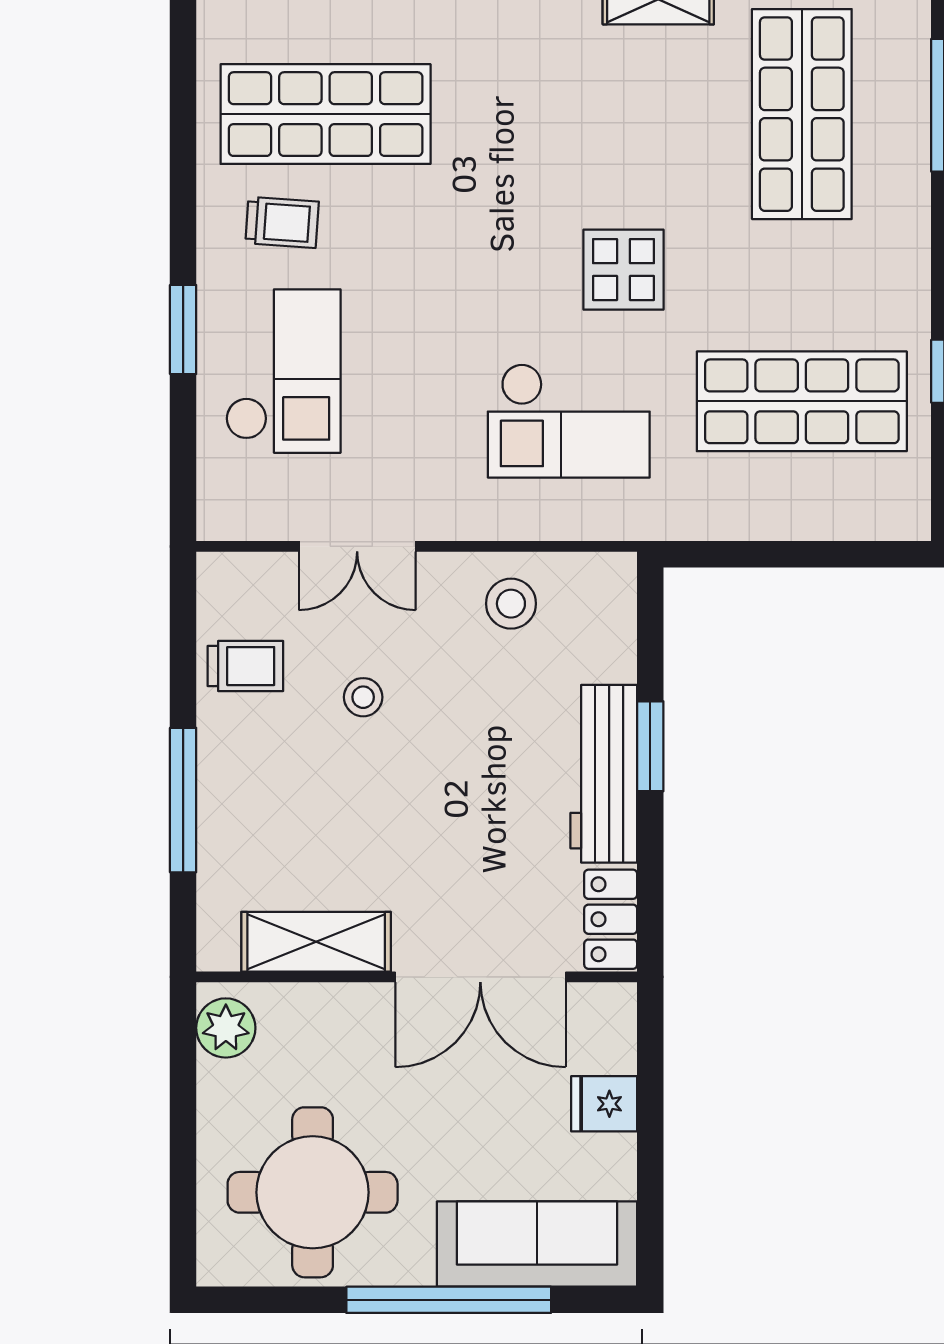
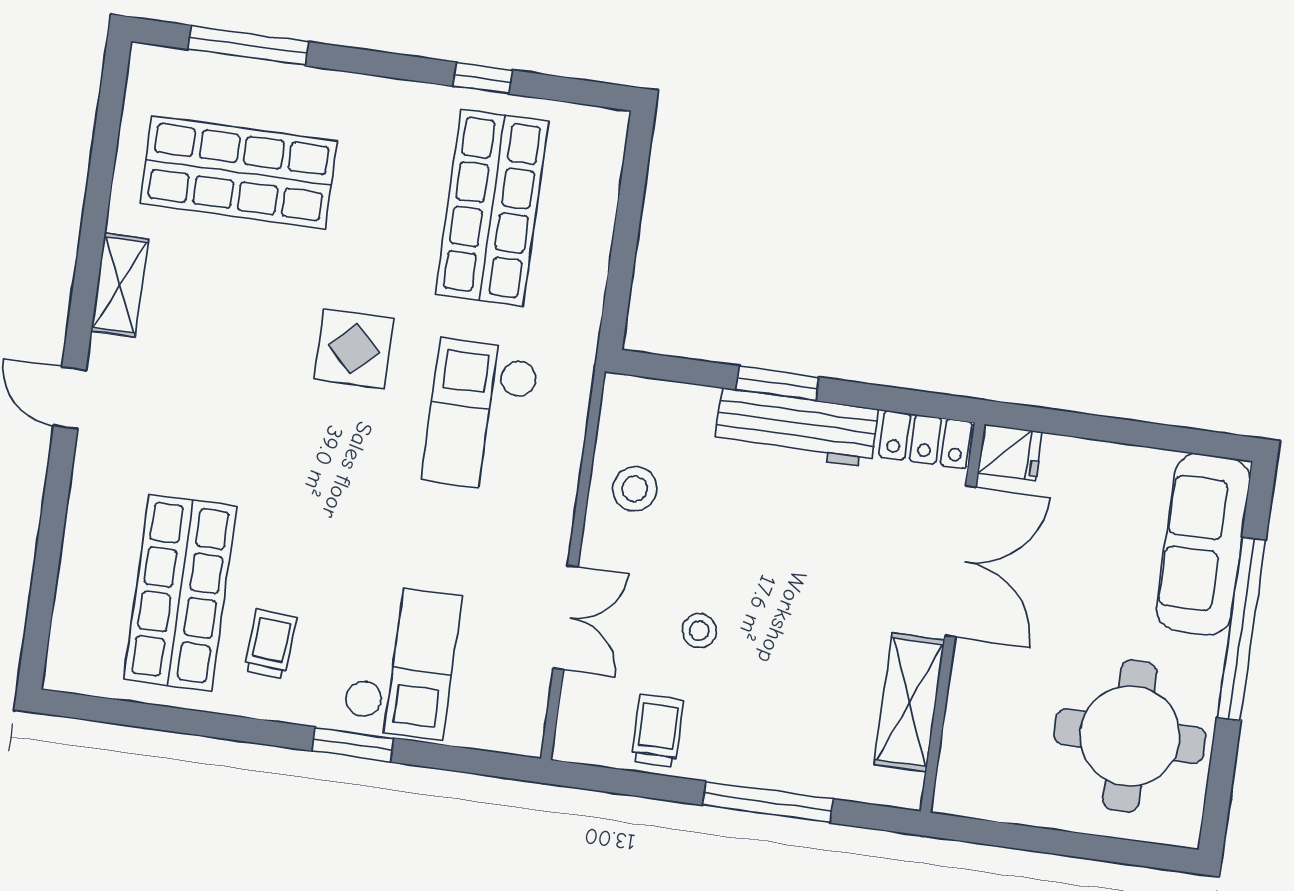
checkout: (283, 371) -> (402, 661), turned 90
checkout: (569, 421) -> (481, 415), turned 180
plant: (226, 1028) -> (974, 792), removed
fridge: (604, 1104) -> (1010, 452), moved, turned -90

